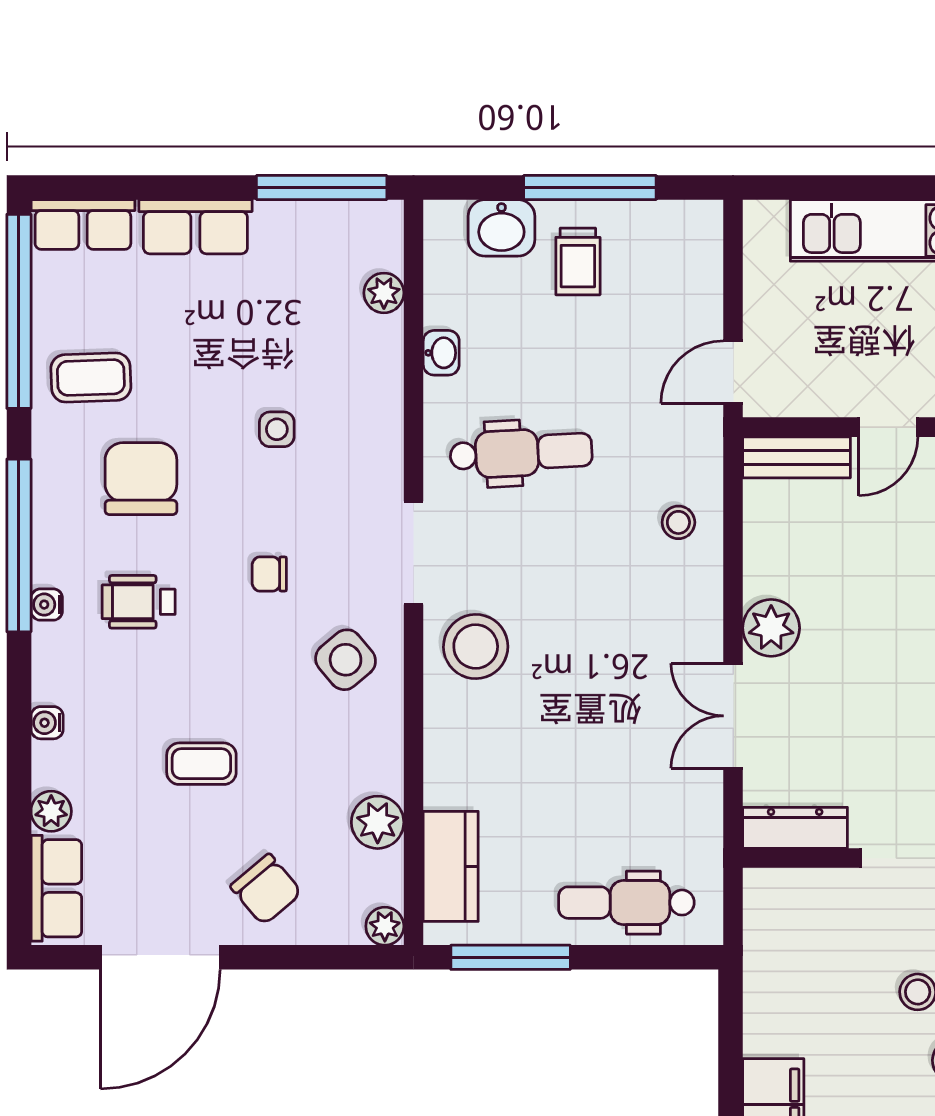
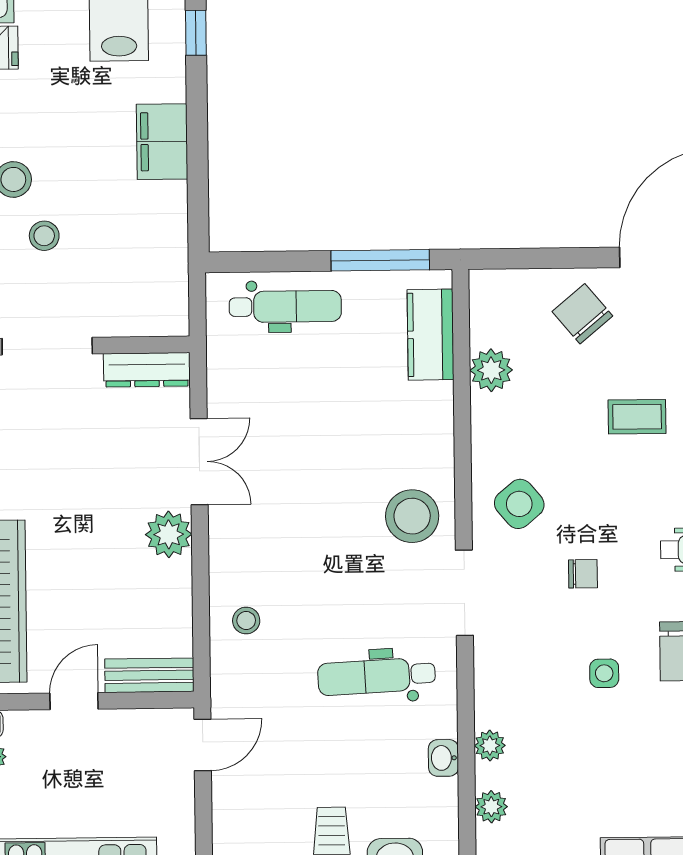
side table: (277, 429) -> (604, 673), moved
plant: (385, 926) -> (490, 746), moved

